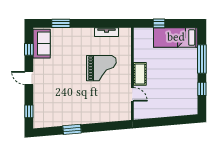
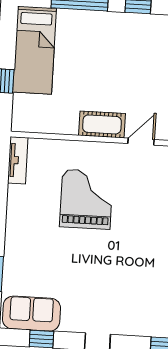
tv unit: (106, 32) -> (18, 160), moved

